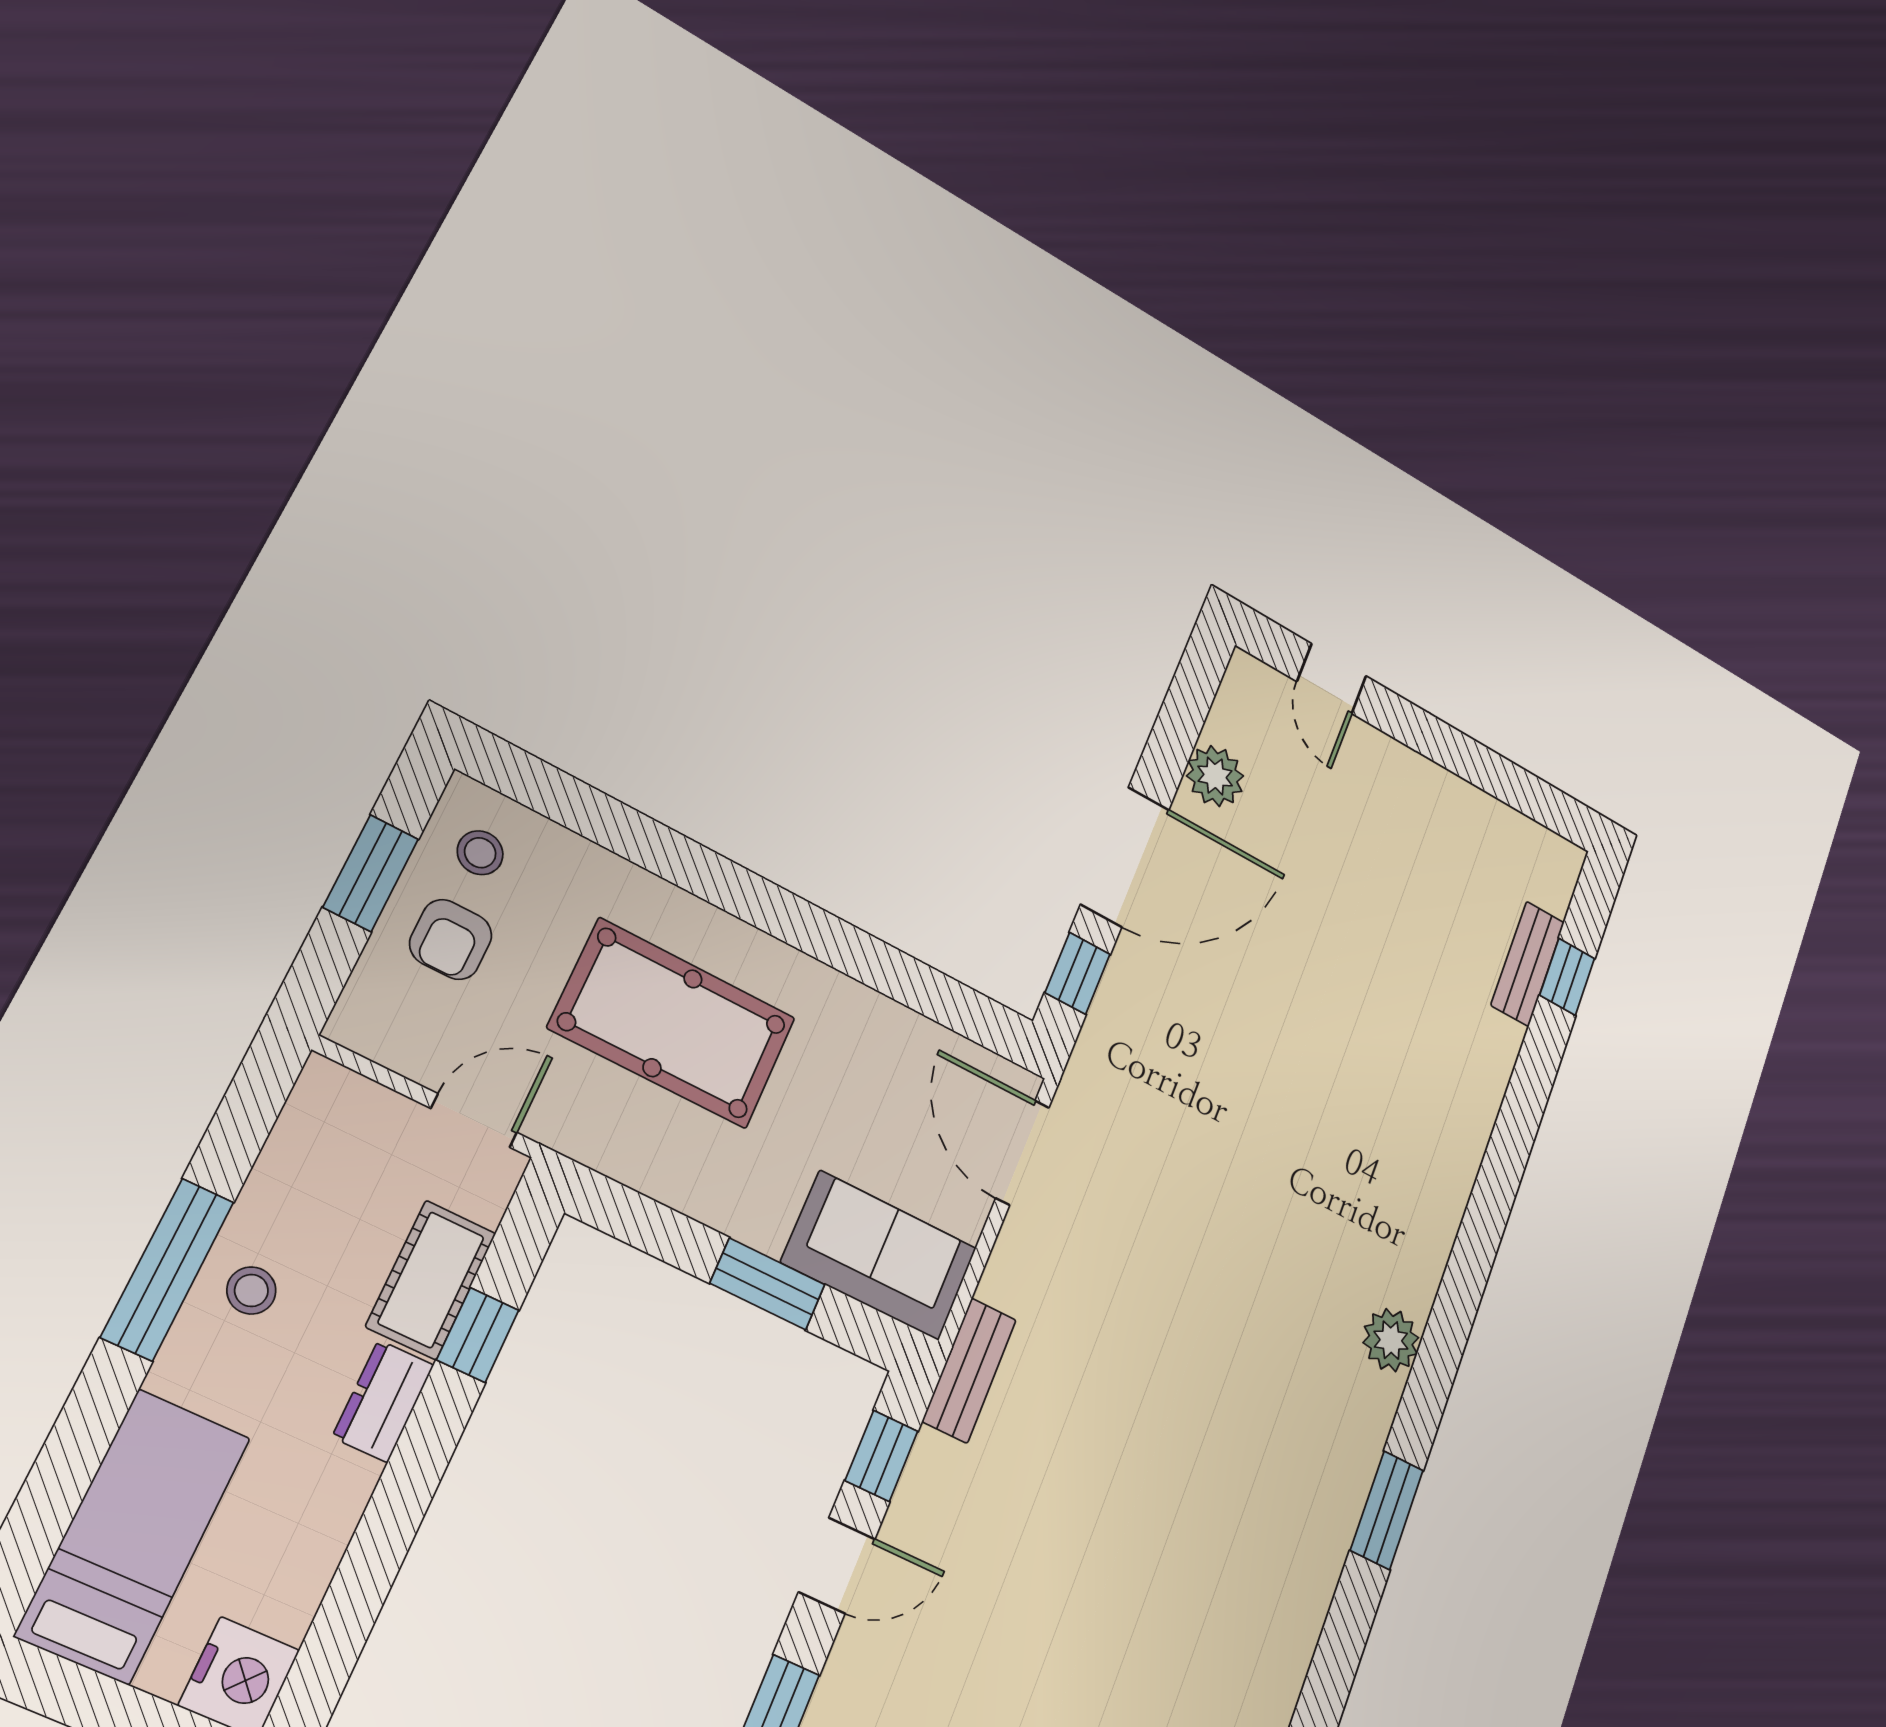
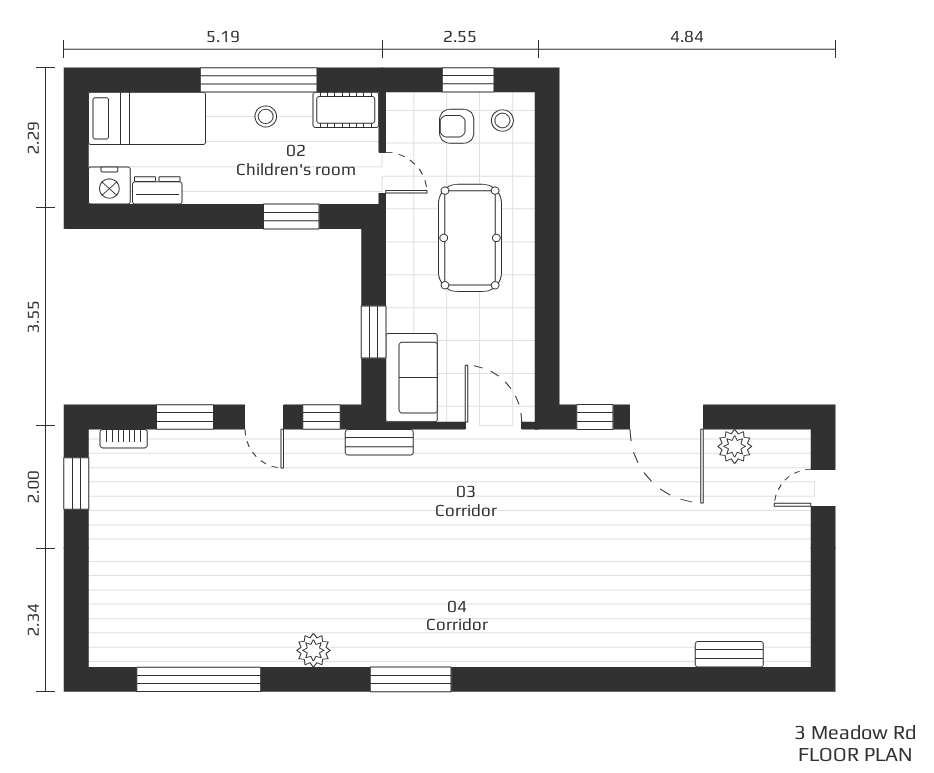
window: (1567, 977) -> (734, 679), removed
door: (1022, 1153) -> (494, 426), hinge flipped
window: (168, 1269) -> (259, 80), width x1.46
cot: (431, 1280) -> (346, 110), moved
window: (478, 1335) -> (291, 217), width x1.50
plant: (1391, 1340) -> (313, 650), moved
dresser: (383, 1401) -> (157, 190), moved
window: (1387, 1510) -> (411, 679), width x1.44

